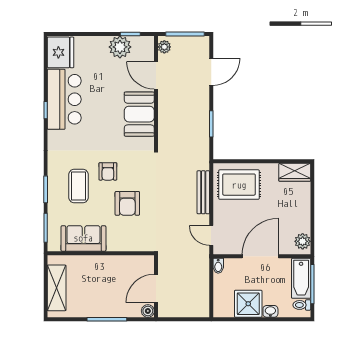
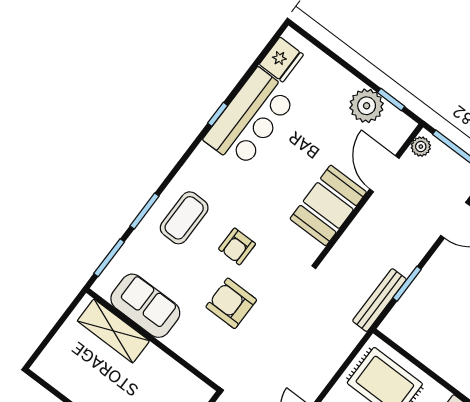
fridge: (61, 52) -> (281, 60), width x0.73, depth x0.75
coffee table: (79, 186) -> (184, 218), moved
bench: (203, 192) -> (379, 300), moved
armchair: (127, 203) -> (231, 303), turned 90
shelving: (57, 288) -> (113, 331), moved, turned 90

